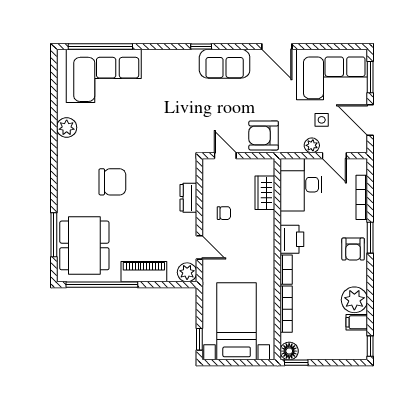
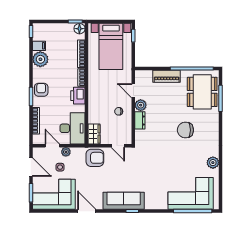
sofa: (225, 64) -> (124, 201), width x1.36
wardrobe: (265, 193) -> (94, 134), moved
plant: (187, 272) -> (141, 105), moved

